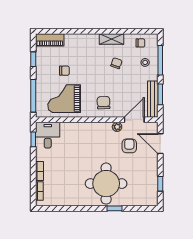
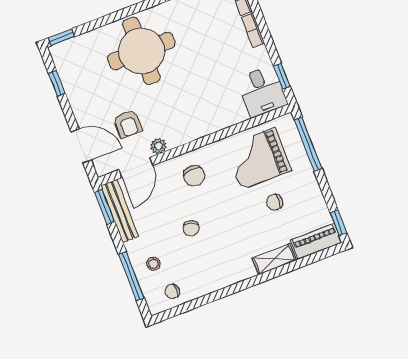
shelving: (111, 39) -> (274, 259), moved
window: (33, 59) -> (338, 223), moved
chair: (116, 63) -> (191, 228), moved
window: (160, 94) -> (105, 207), moved
grand piano: (64, 99) -> (258, 158), turned 180
window: (115, 208) -> (62, 37), moved

